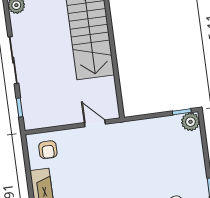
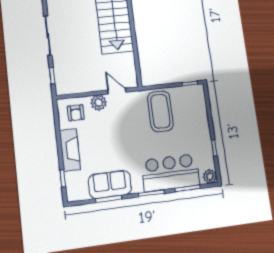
plant: (190, 122) -> (99, 103), moved
coffee table: (146, 146) -> (160, 111), added

